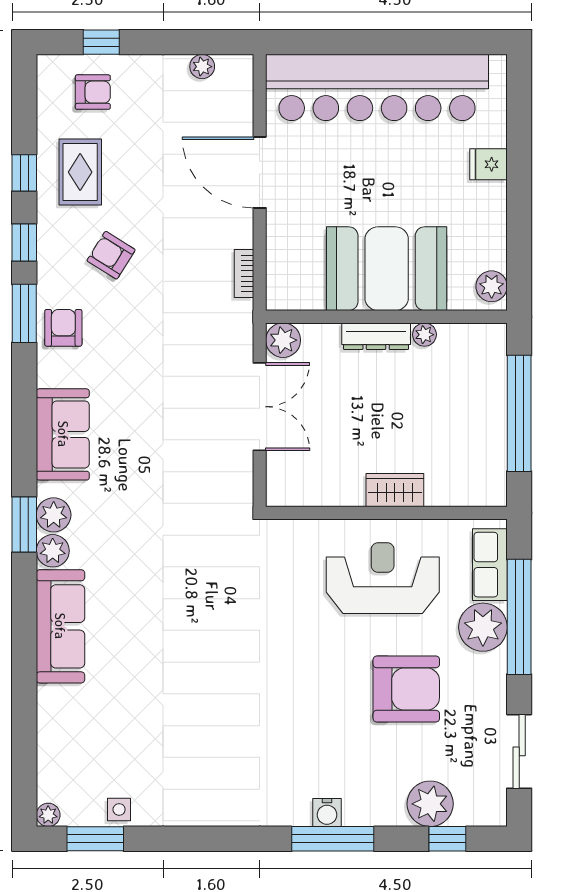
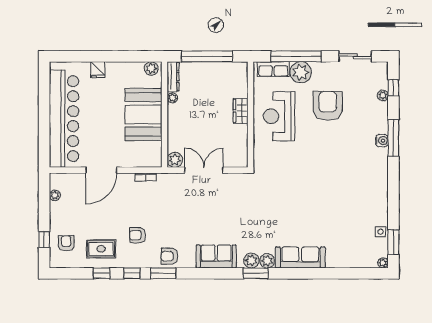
armchair: (111, 255) -> (138, 235), turned 58
dresser: (376, 336) -> (173, 77), moved
plant: (430, 804) -> (383, 95), width x0.53, depth x0.53

